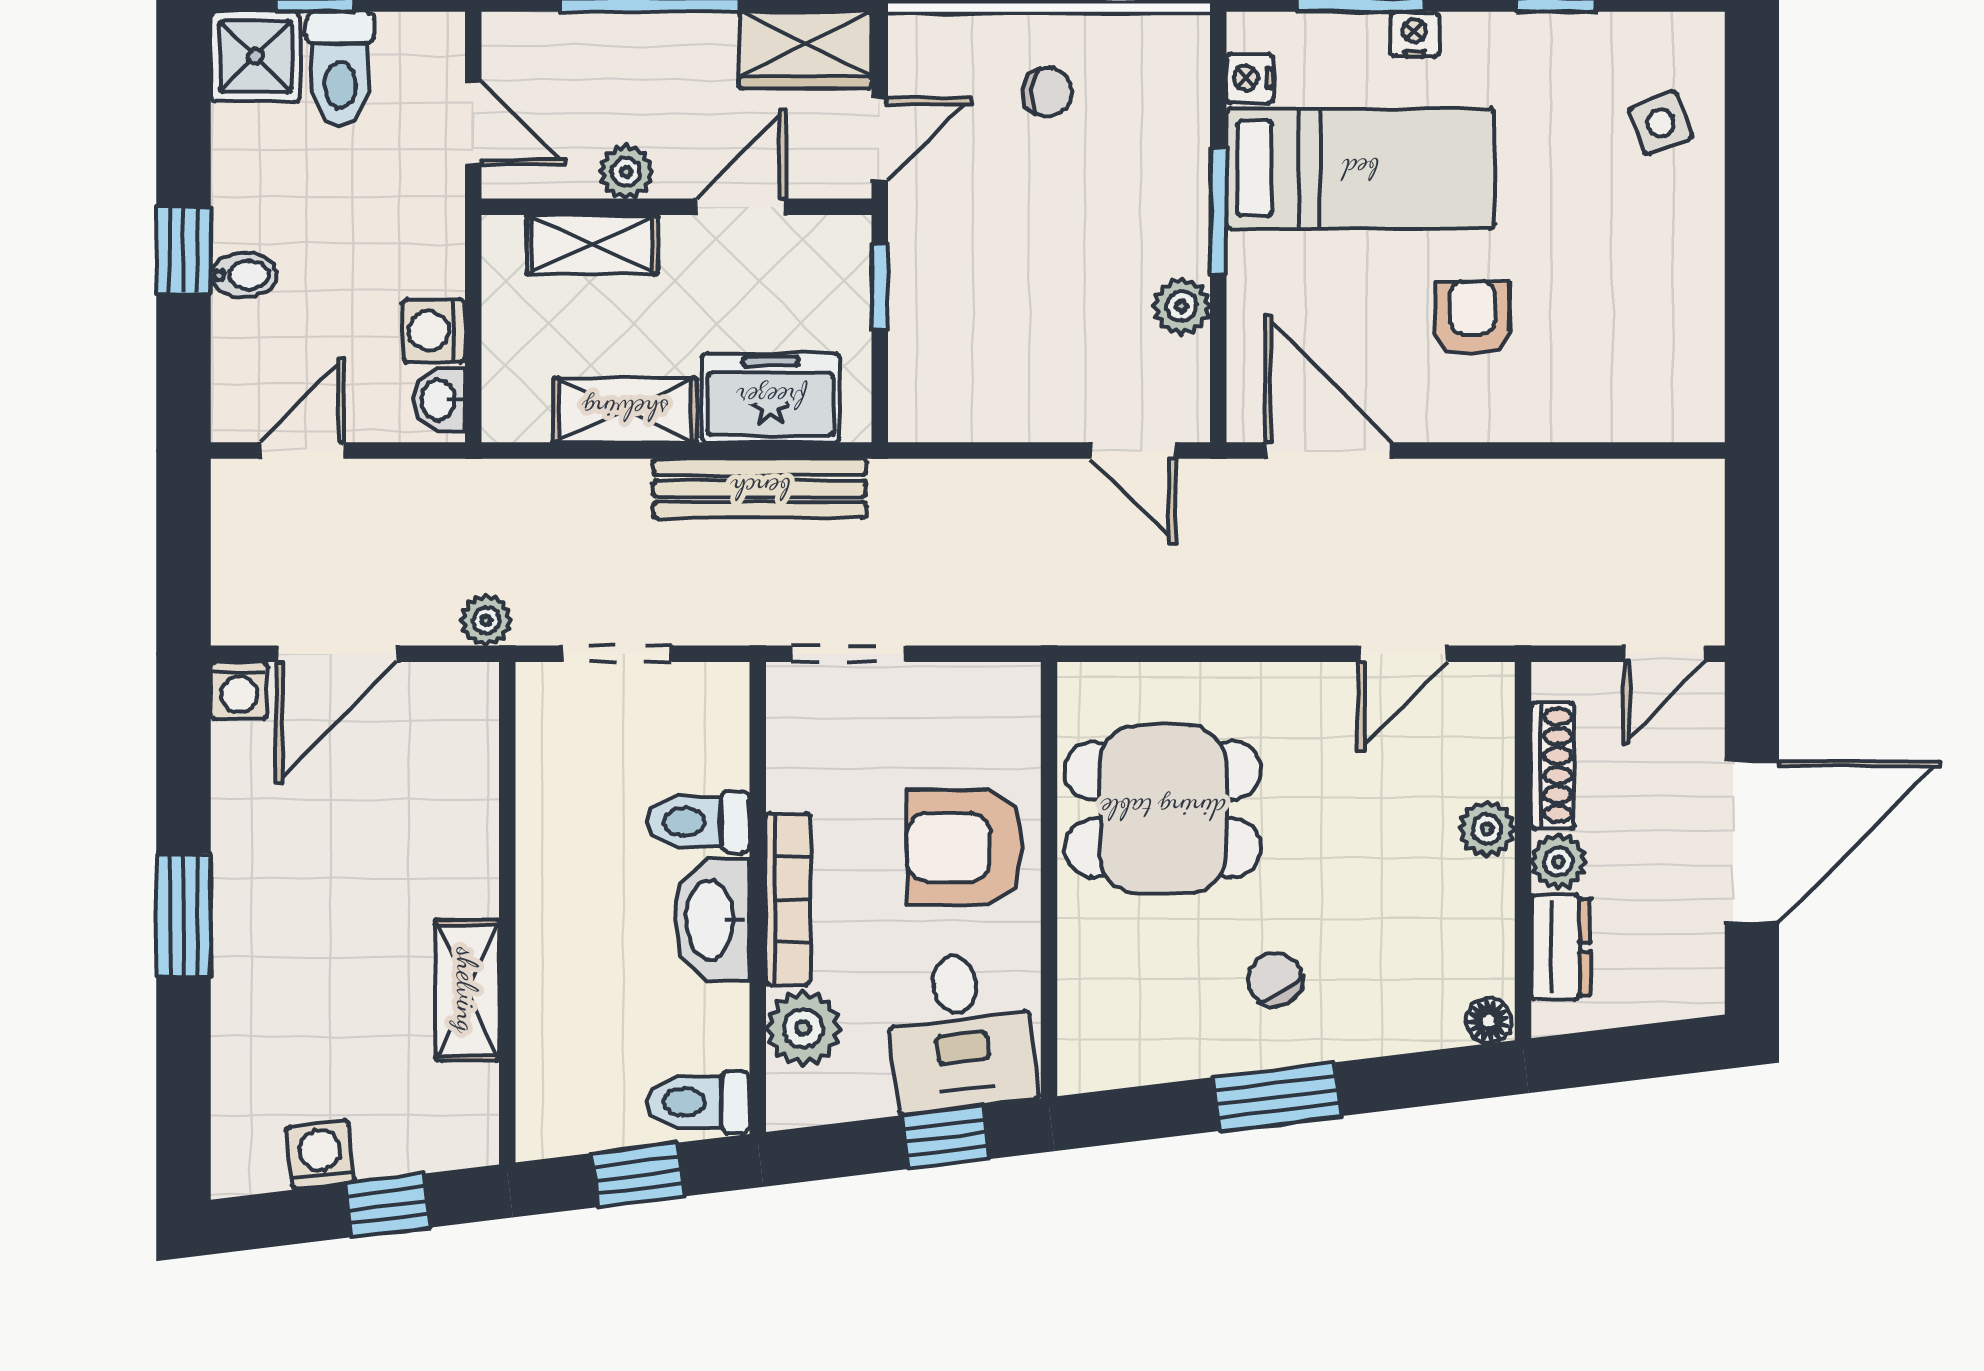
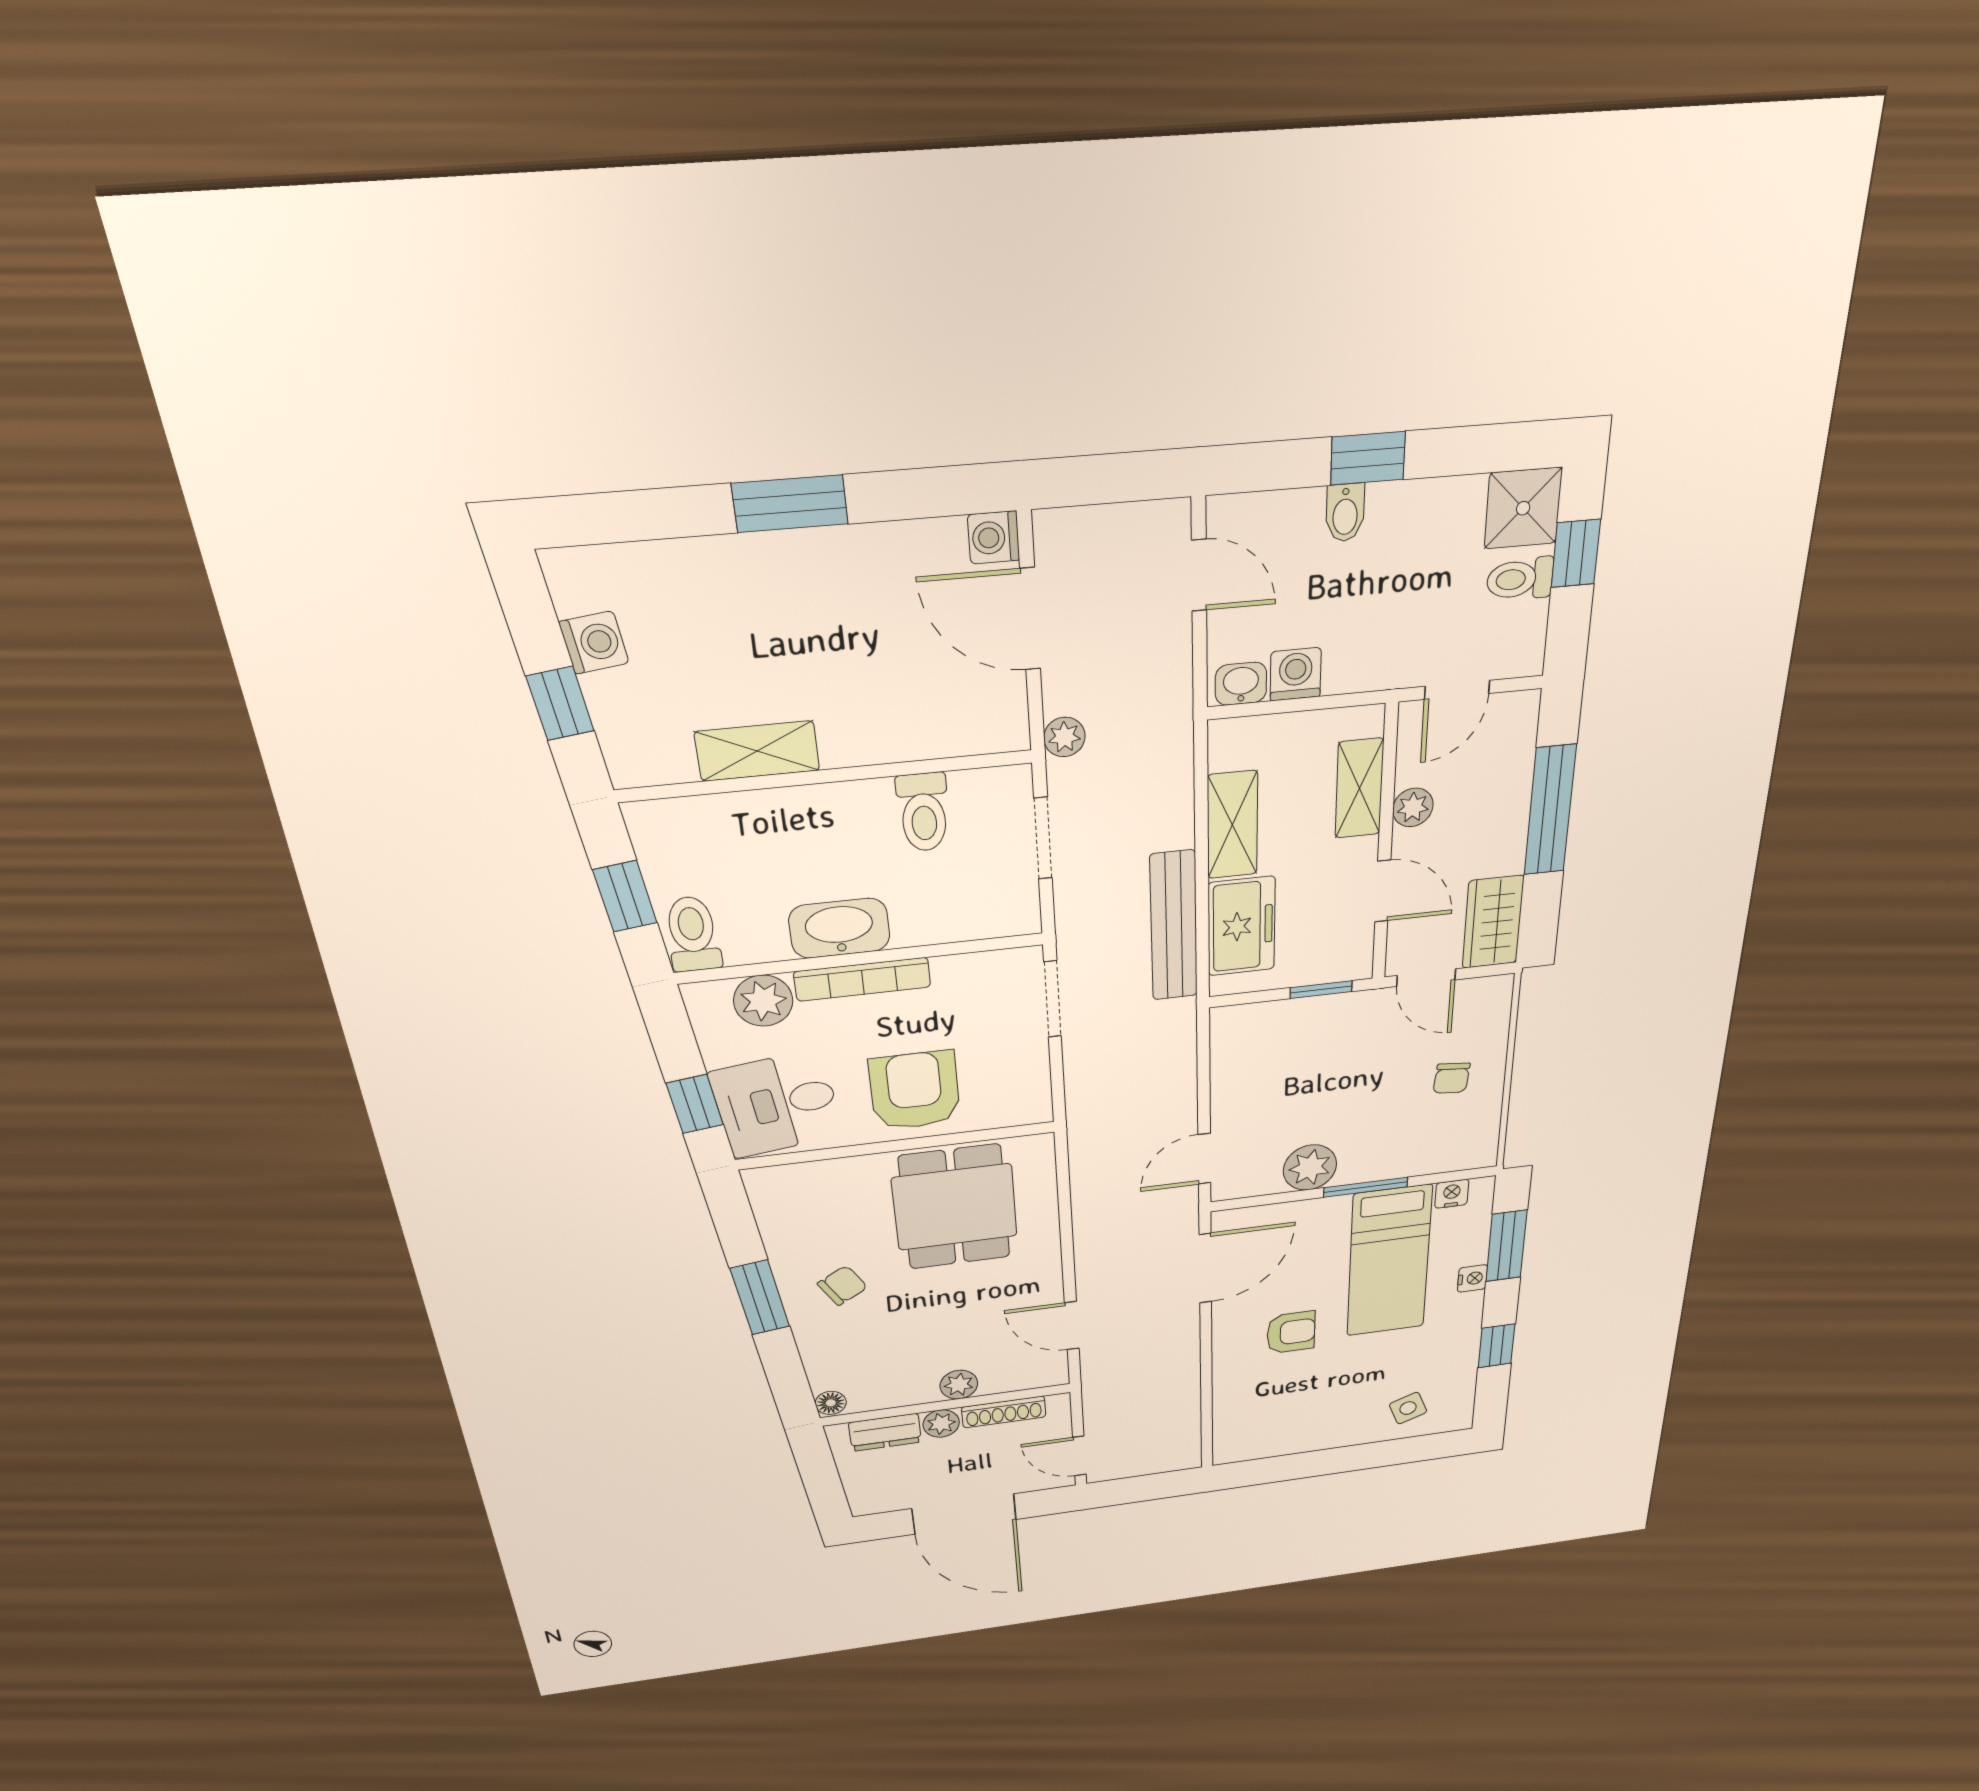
toilet: (340, 69) -> (1520, 579), width x0.73, depth x0.72
plant: (1182, 306) -> (1310, 1168), width x1.38, depth x1.38
toilet: (699, 822) -> (923, 812), moved, turned 180

